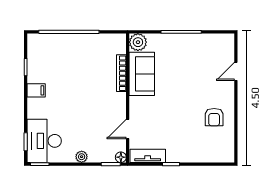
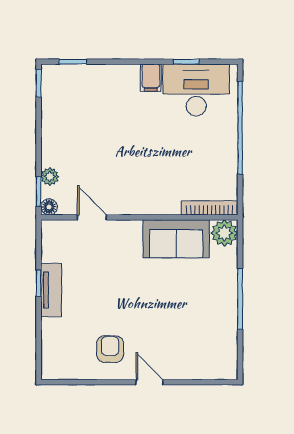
door: (236, 71) -> (150, 382), moved
bookcase: (121, 73) -> (210, 208), moved
armchair: (214, 117) -> (110, 349), turned 90
desk: (44, 141) -> (196, 90), moved
tv unit: (148, 156) -> (51, 290), moved
plant: (82, 157) -> (50, 177), moved

